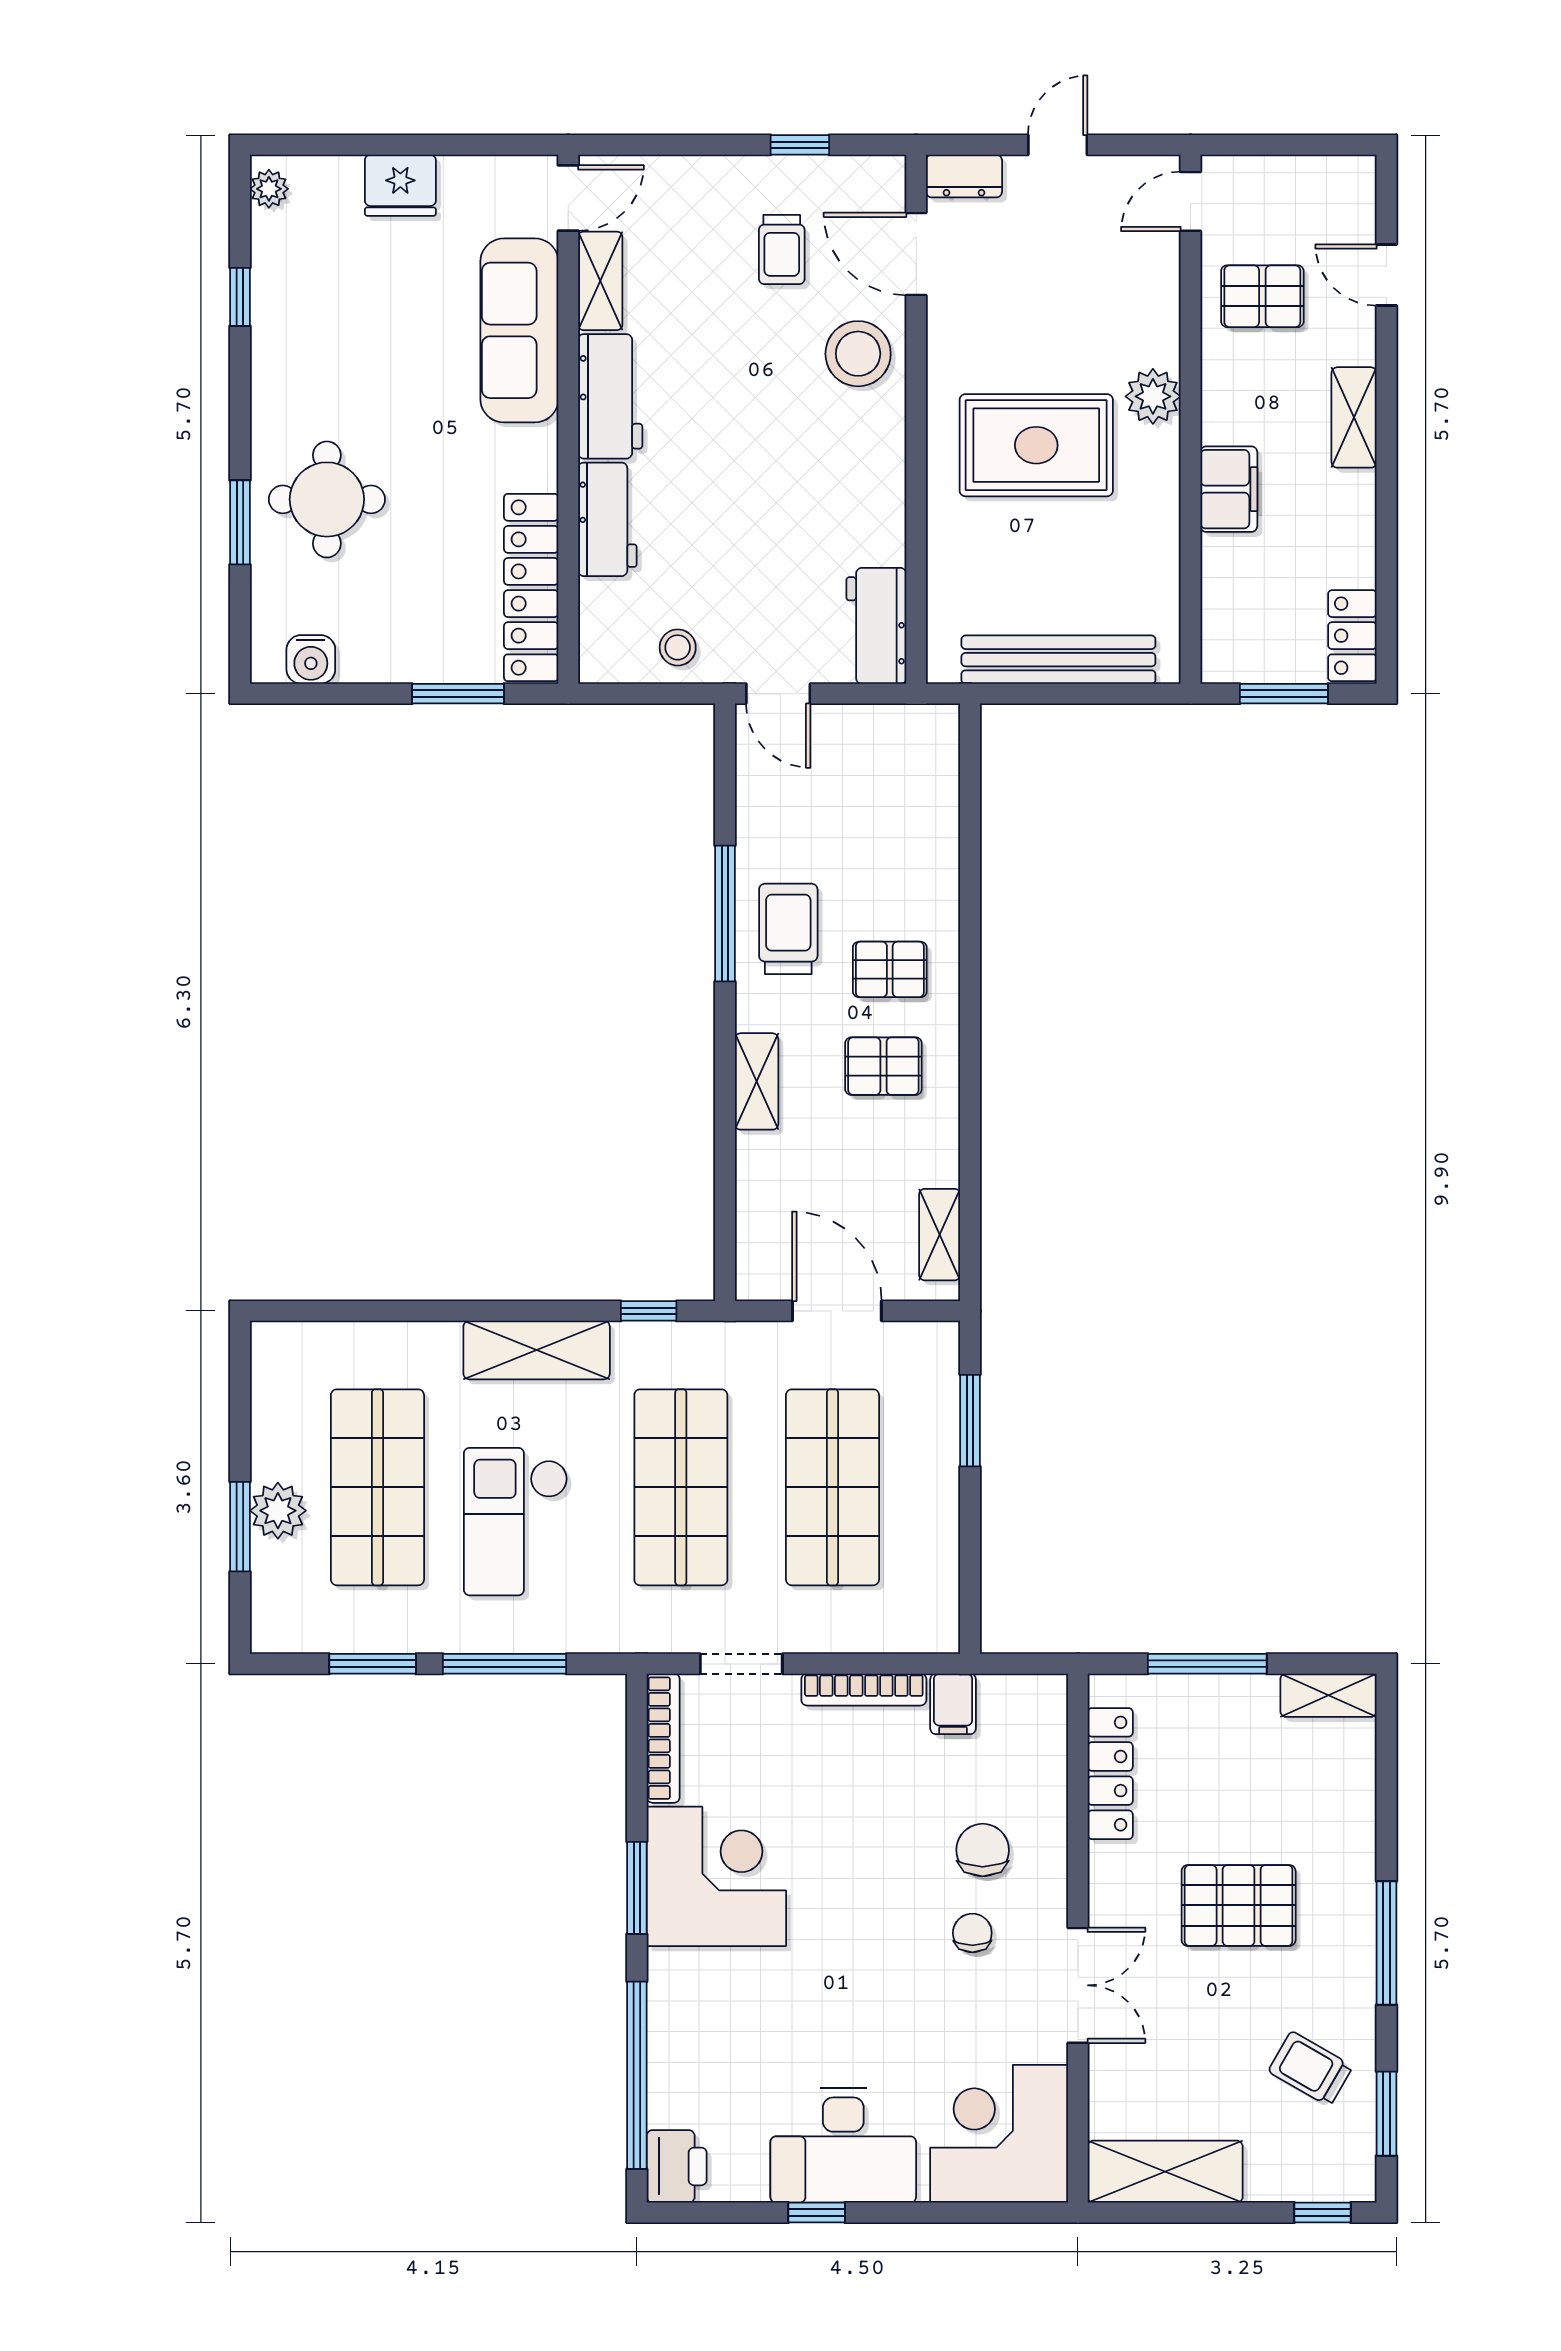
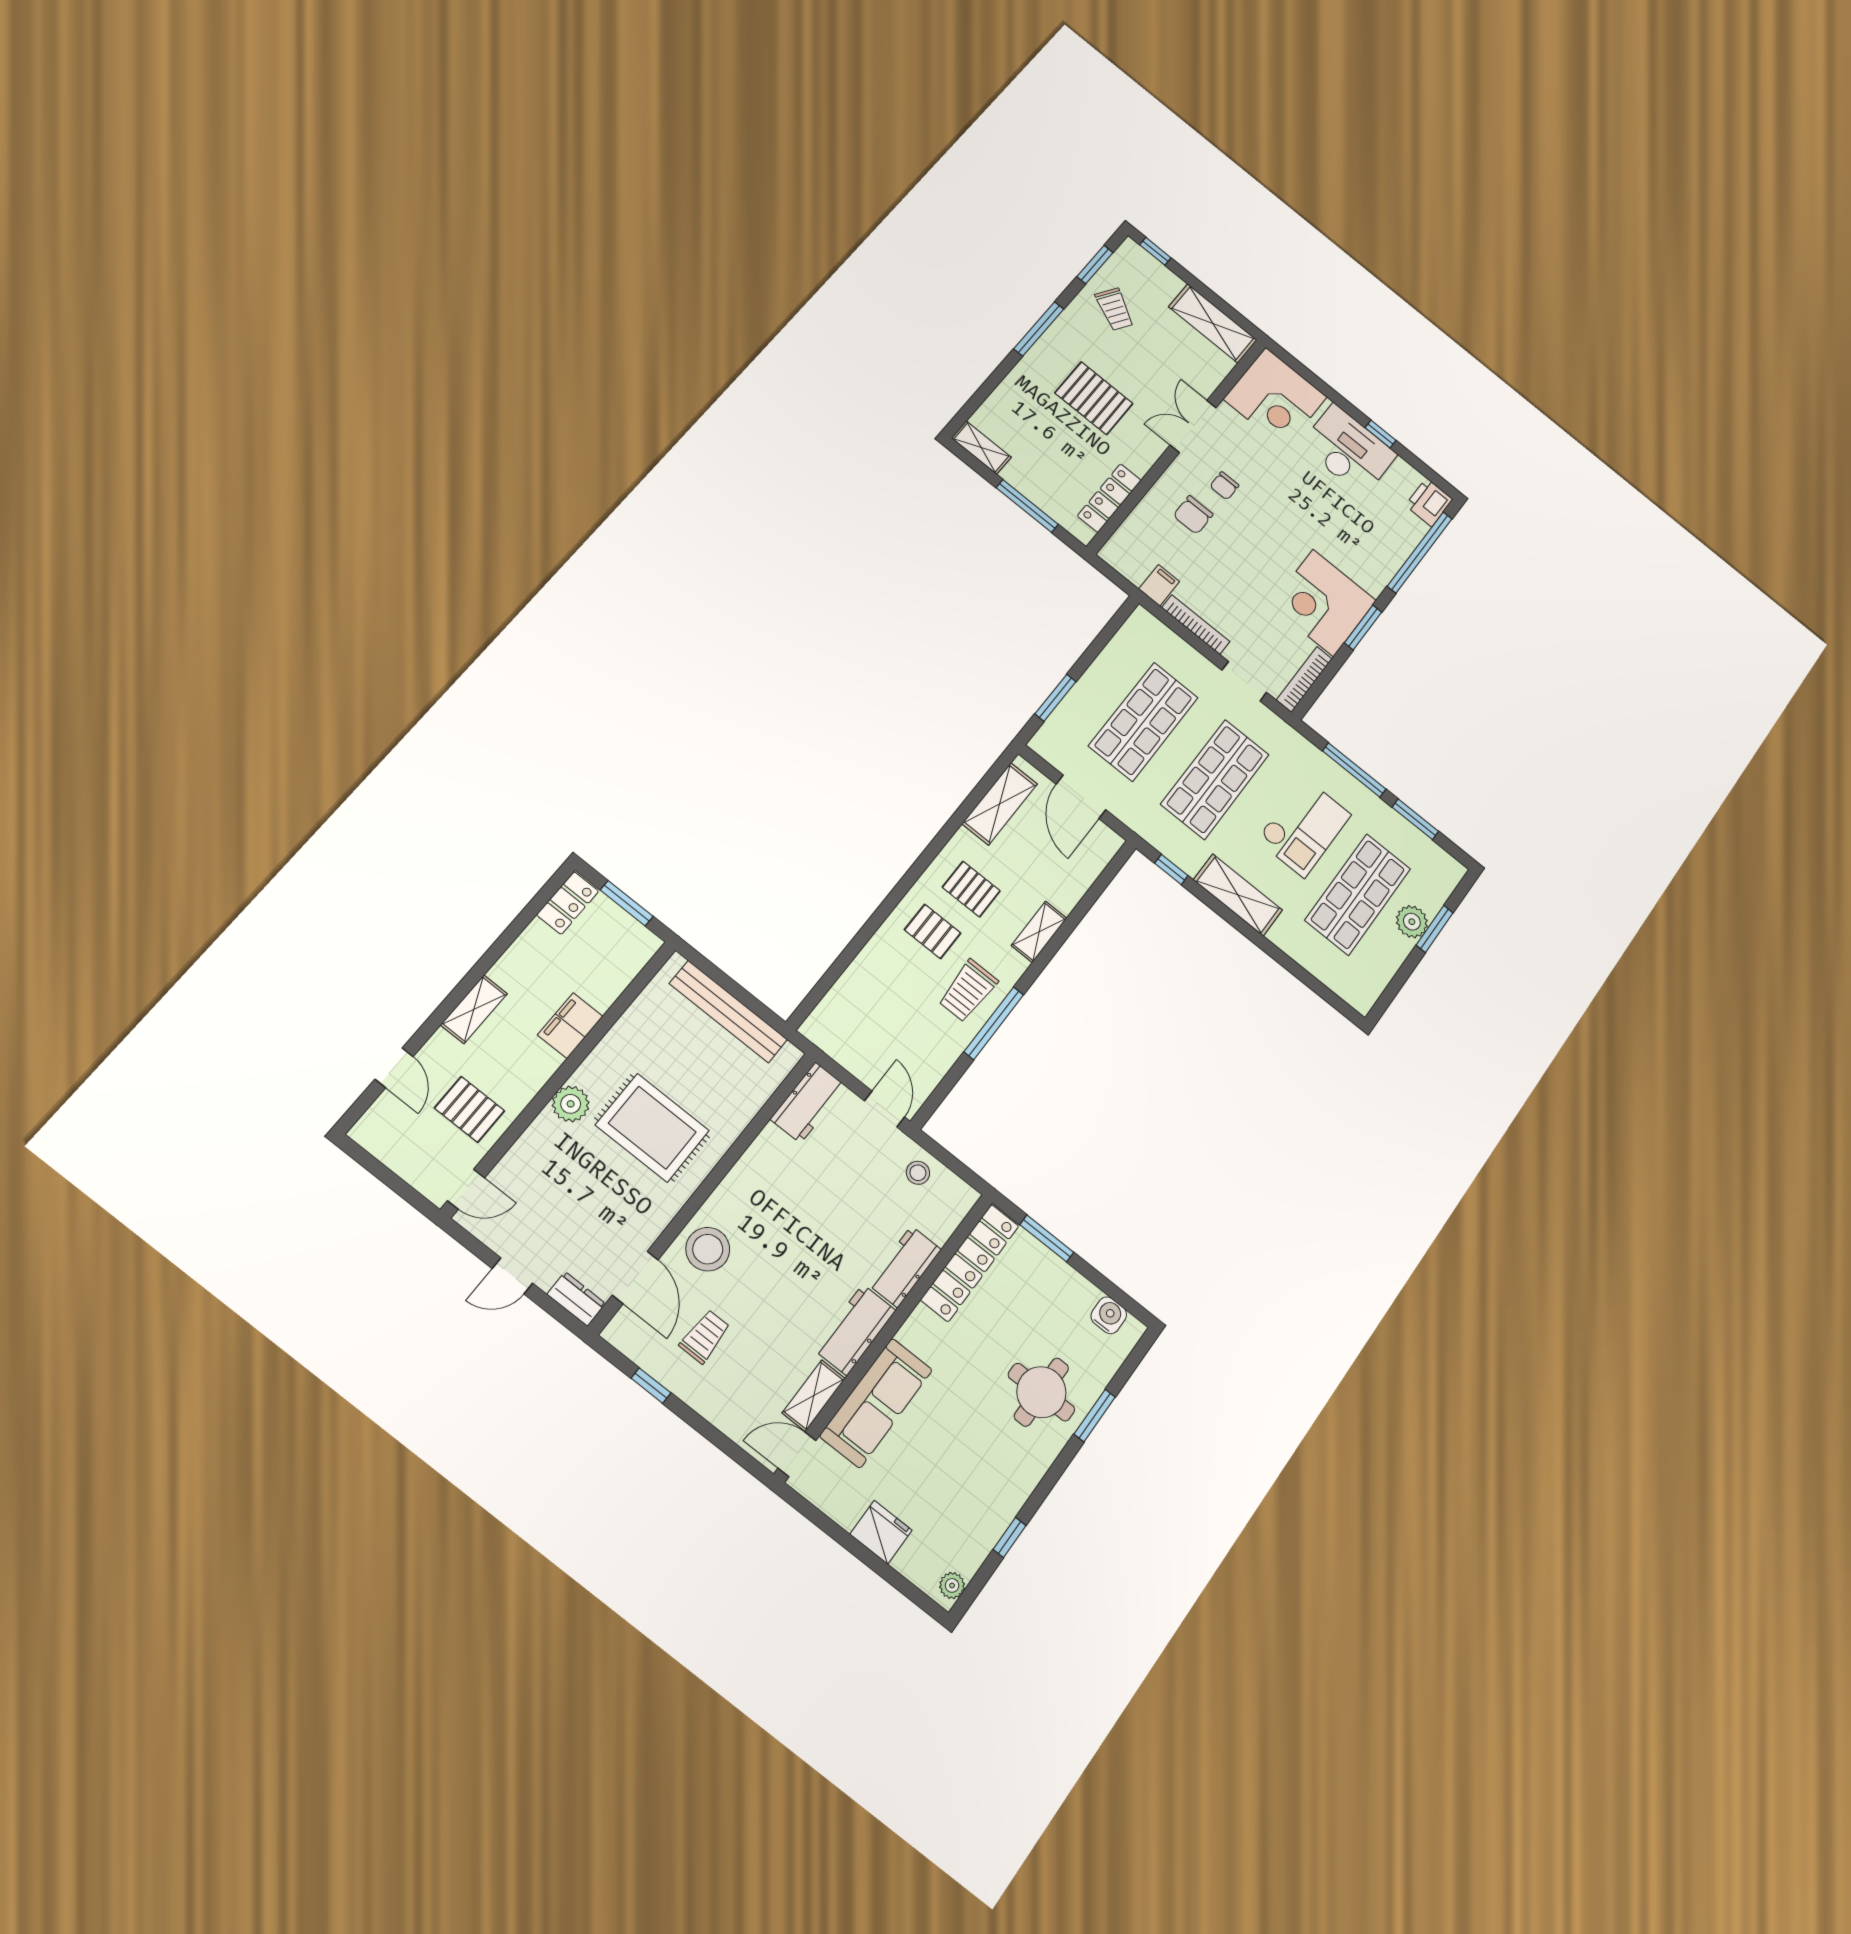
shelving: (940, 1235) -> (1000, 804), width x1.50, depth x1.33

